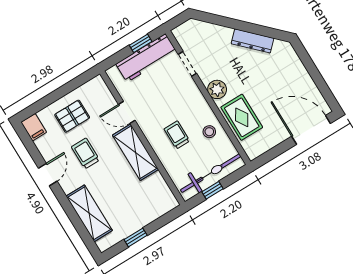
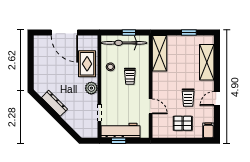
door: (311, 130) -> (64, 32), moved
shelving: (136, 152) -> (159, 53), moved

